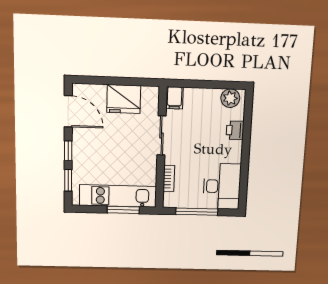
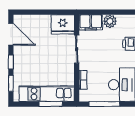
filing cabinet: (175, 98) -> (91, 22), width x2.00
plant: (230, 98) -> (110, 21), moved
fridge: (124, 99) -> (63, 24), moved

